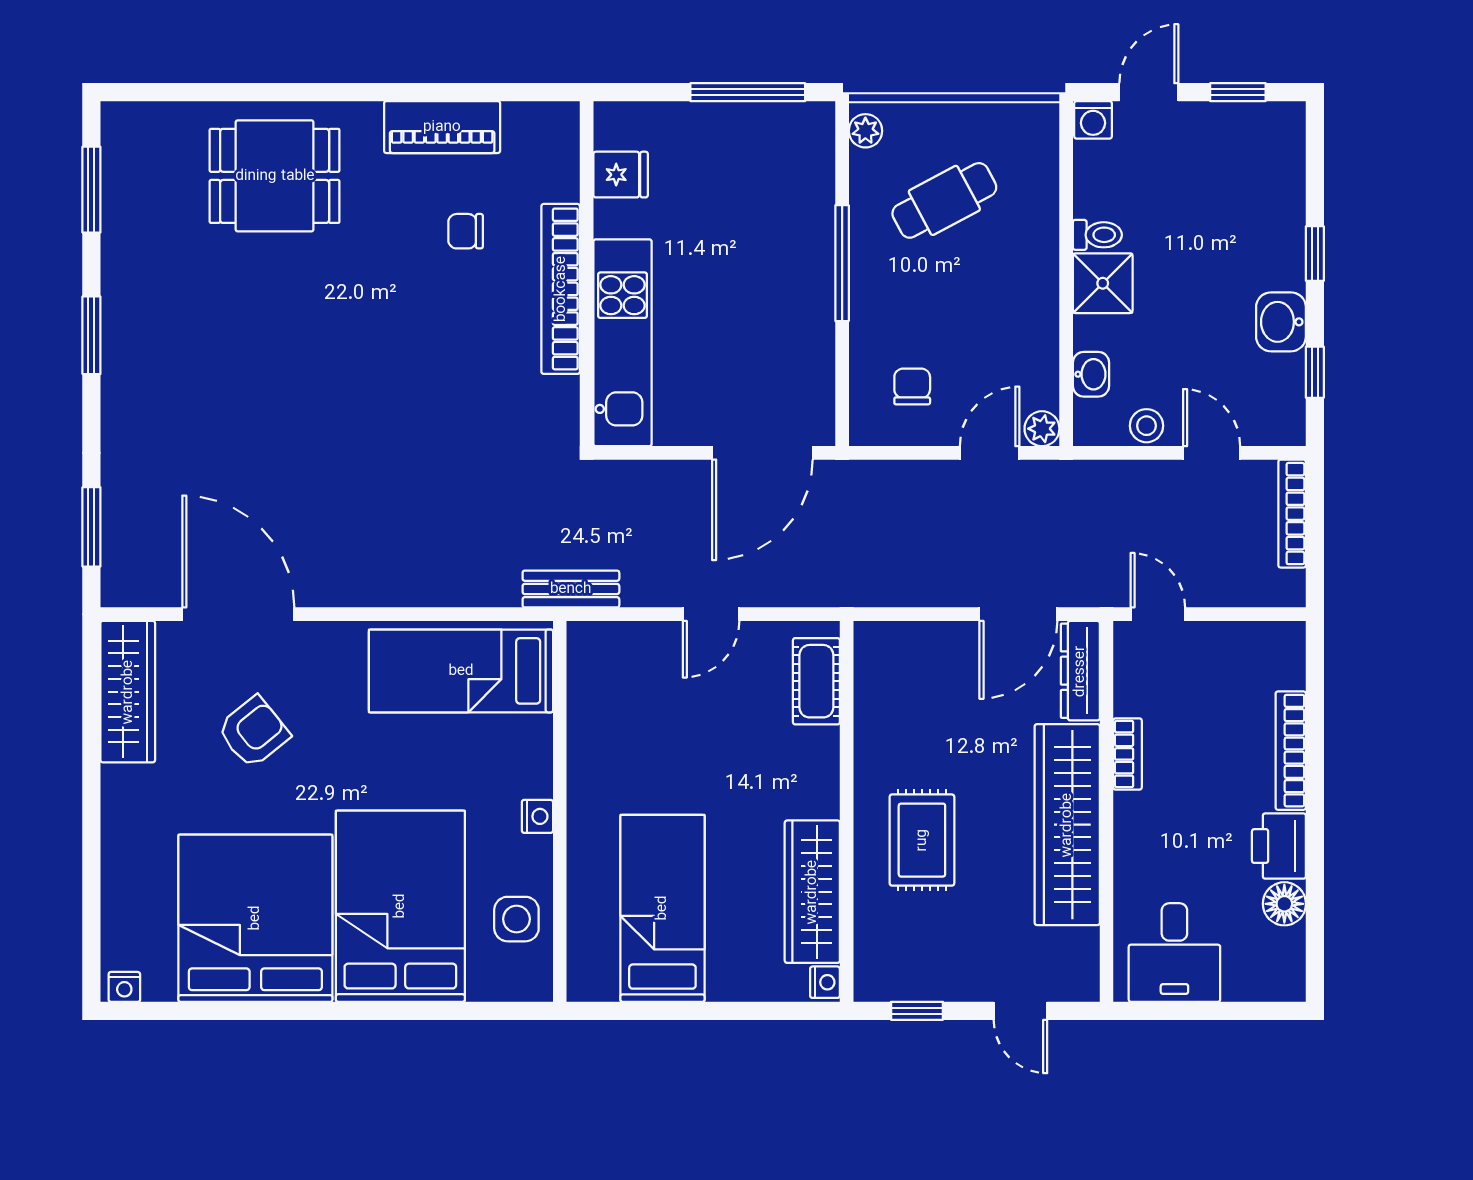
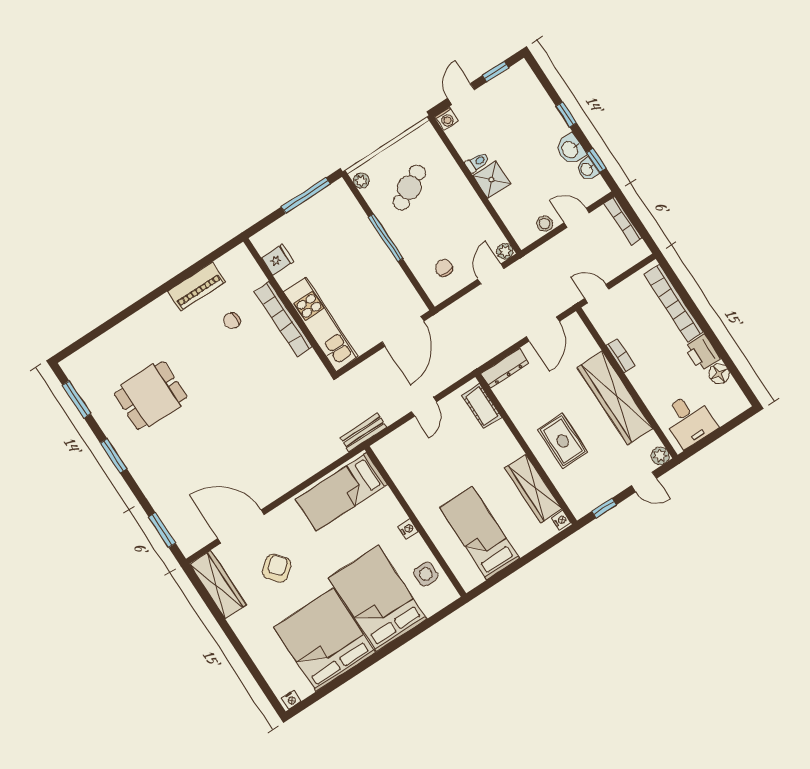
dining table: (275, 176) -> (151, 395), moved
washbasin: (1091, 374) -> (587, 169), moved, turned 180
dresser: (1080, 671) -> (505, 368), moved, turned -90
bookcase: (1291, 751) -> (674, 303), width x1.48, depth x1.31
plant: (1081, 983) -> (660, 456), added

